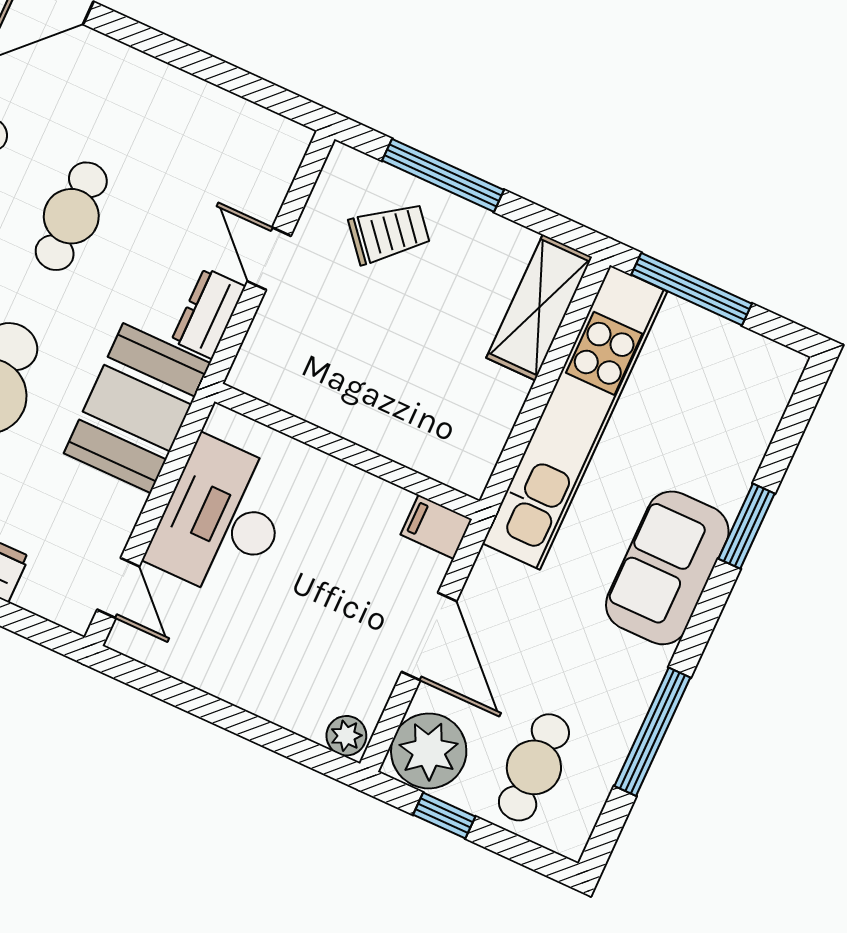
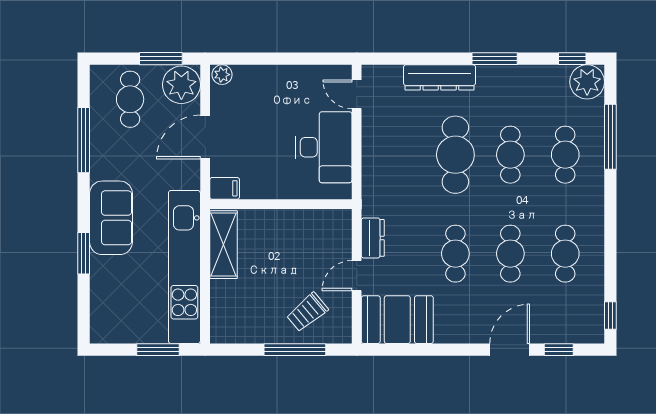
door: (269, 259) -> (357, 276), swing flipped
window: (692, 289) -> (158, 350), width x0.69
shelving: (539, 307) -> (223, 245), moved
booth: (137, 408) -> (397, 320), moved, turned 90
door: (429, 636) -> (205, 137), hinge flipped
window: (444, 816) -> (161, 59), width x1.50

